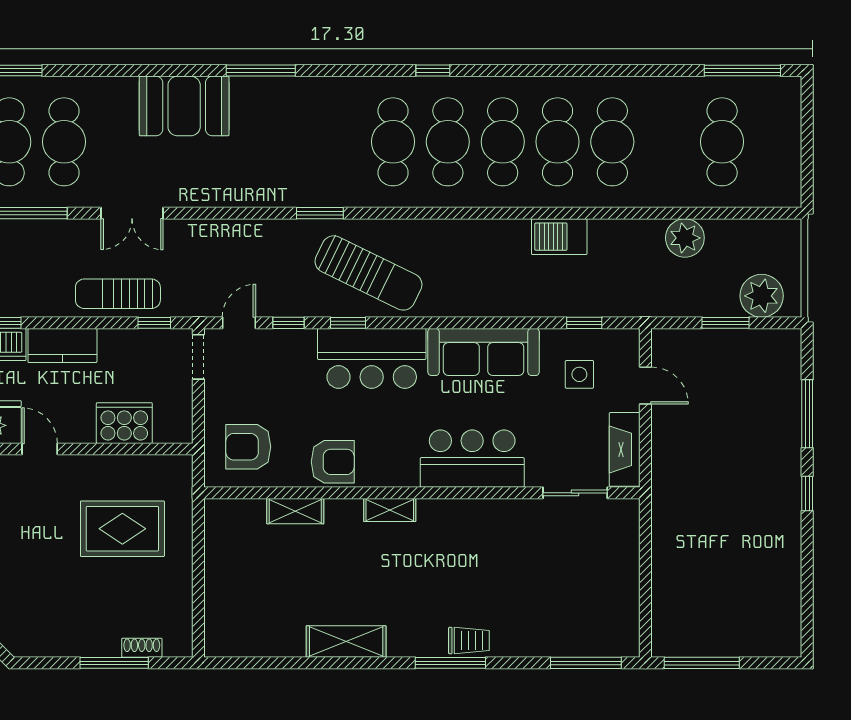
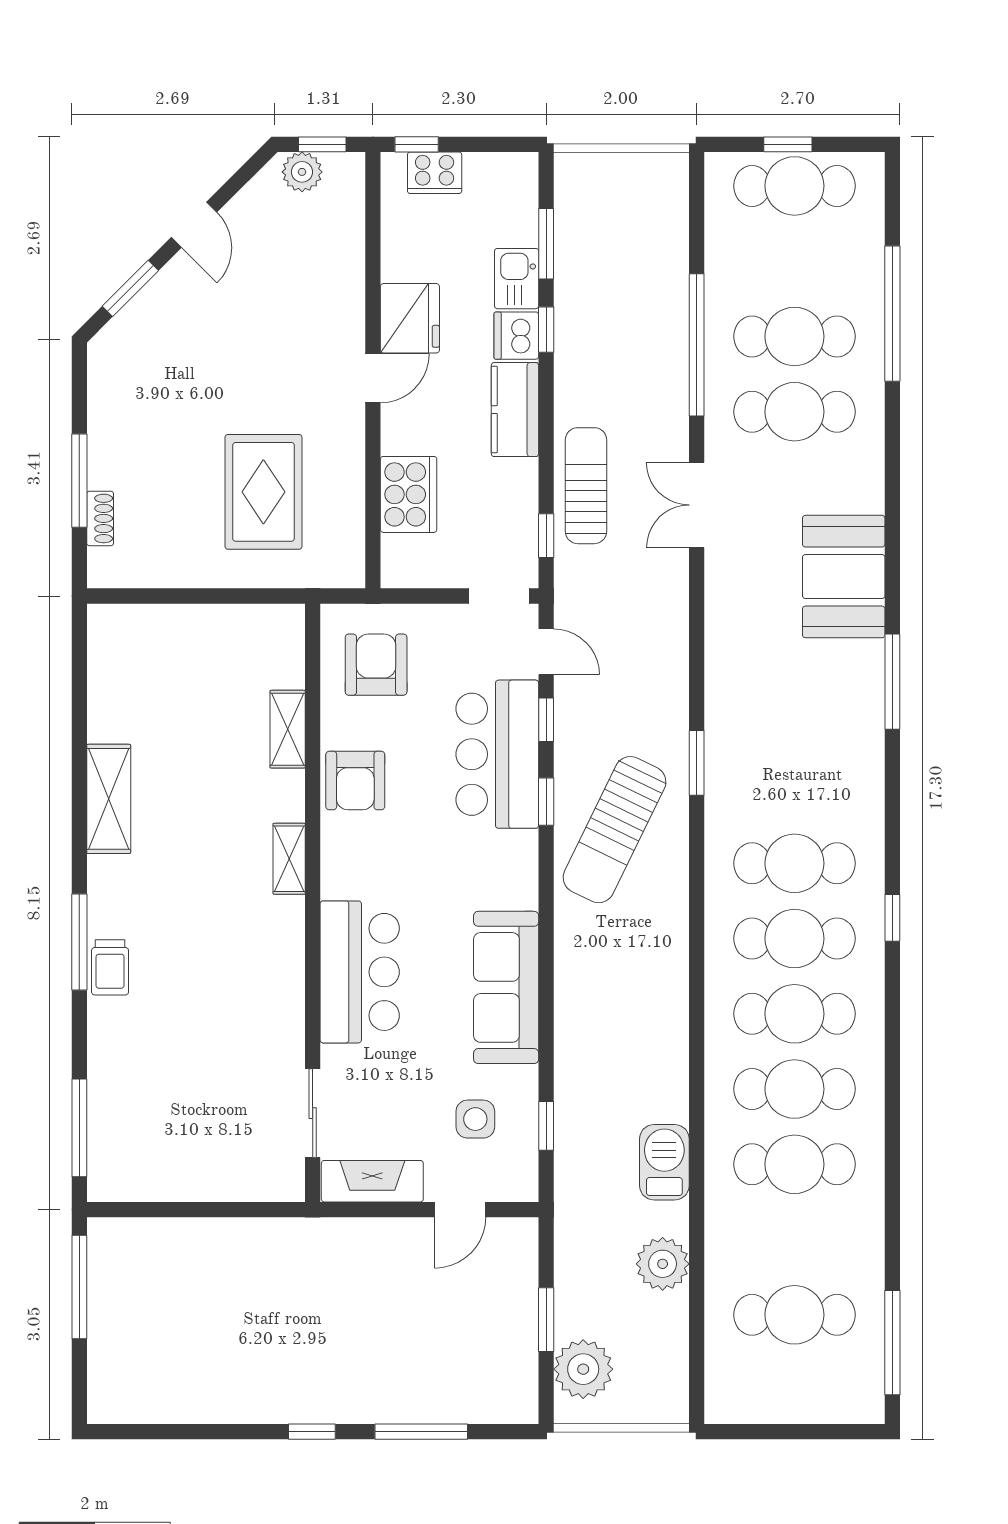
barbecue: (559, 237) -> (664, 1162), moved
bar counter: (372, 358) -> (497, 754), moved

